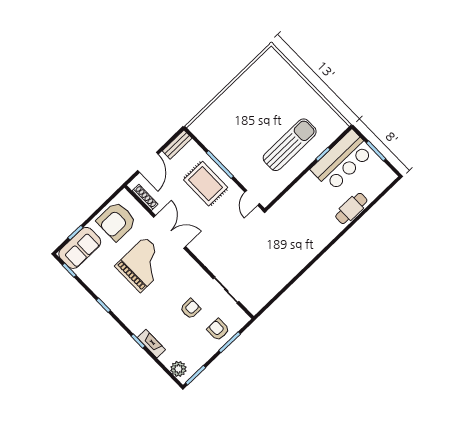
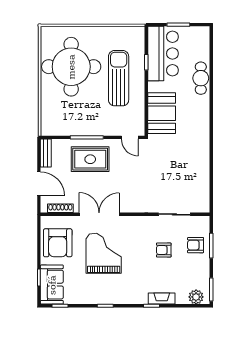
round table: (263, 99) -> (71, 67), added
booth: (295, 204) -> (162, 113), added
armchair: (190, 309) -> (164, 250), turned -90

